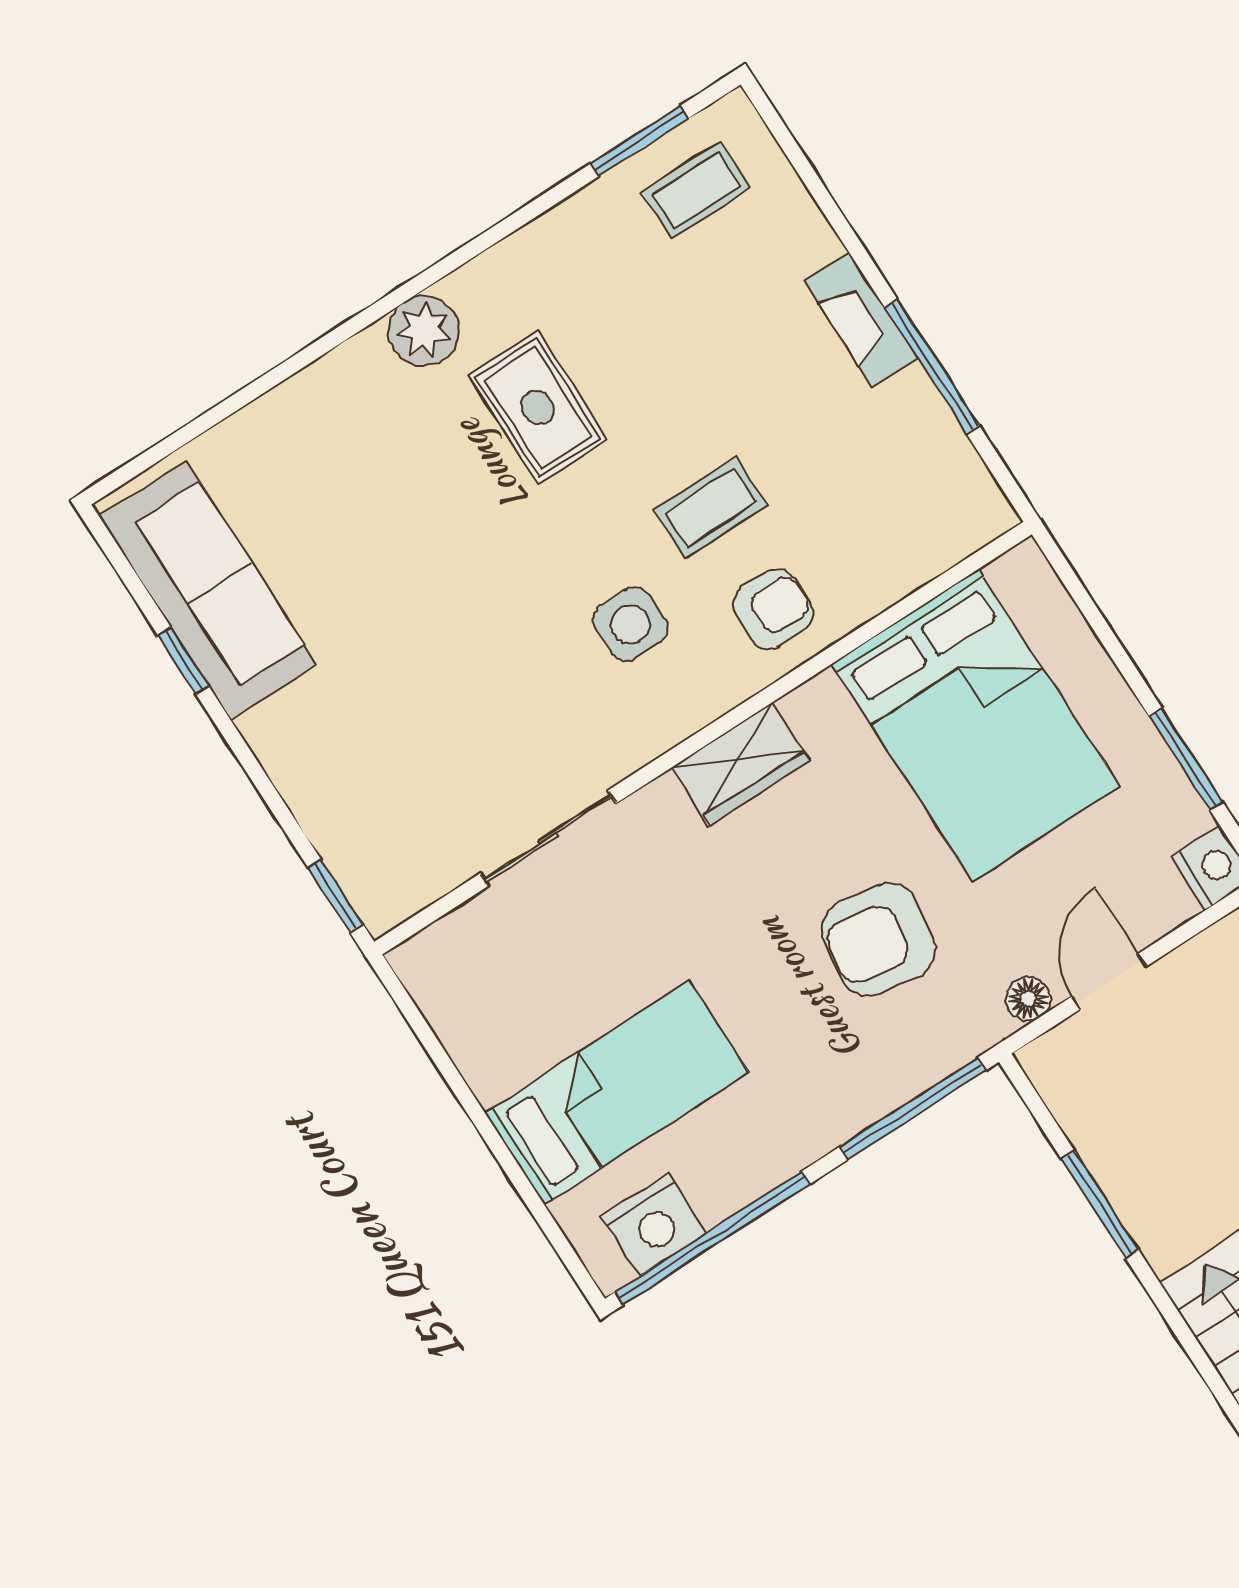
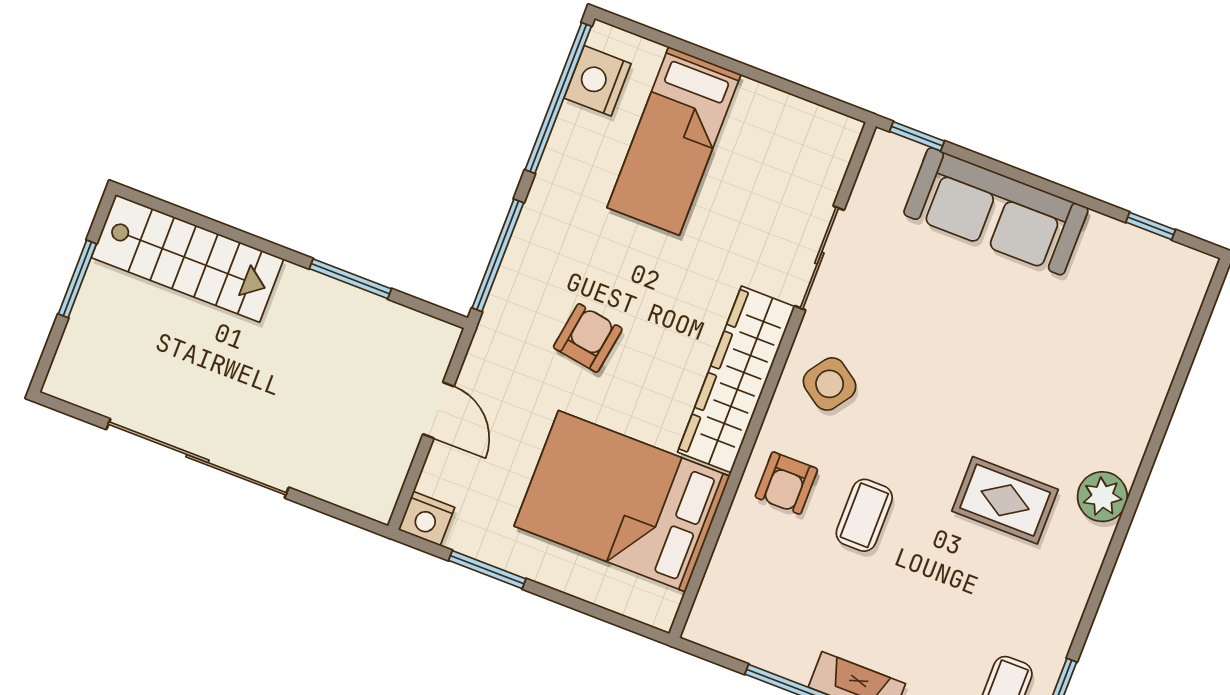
sofa: (208, 591) -> (996, 211), moved
side table: (630, 624) -> (830, 384), moved, turned 35
window: (183, 661) -> (1151, 226), moved
wardrobe: (741, 764) -> (736, 379), width x2.10, depth x1.17
armchair: (879, 940) -> (588, 338), width x0.72, depth x0.72
floor lamp: (1028, 999) -> (478, 366), removed

